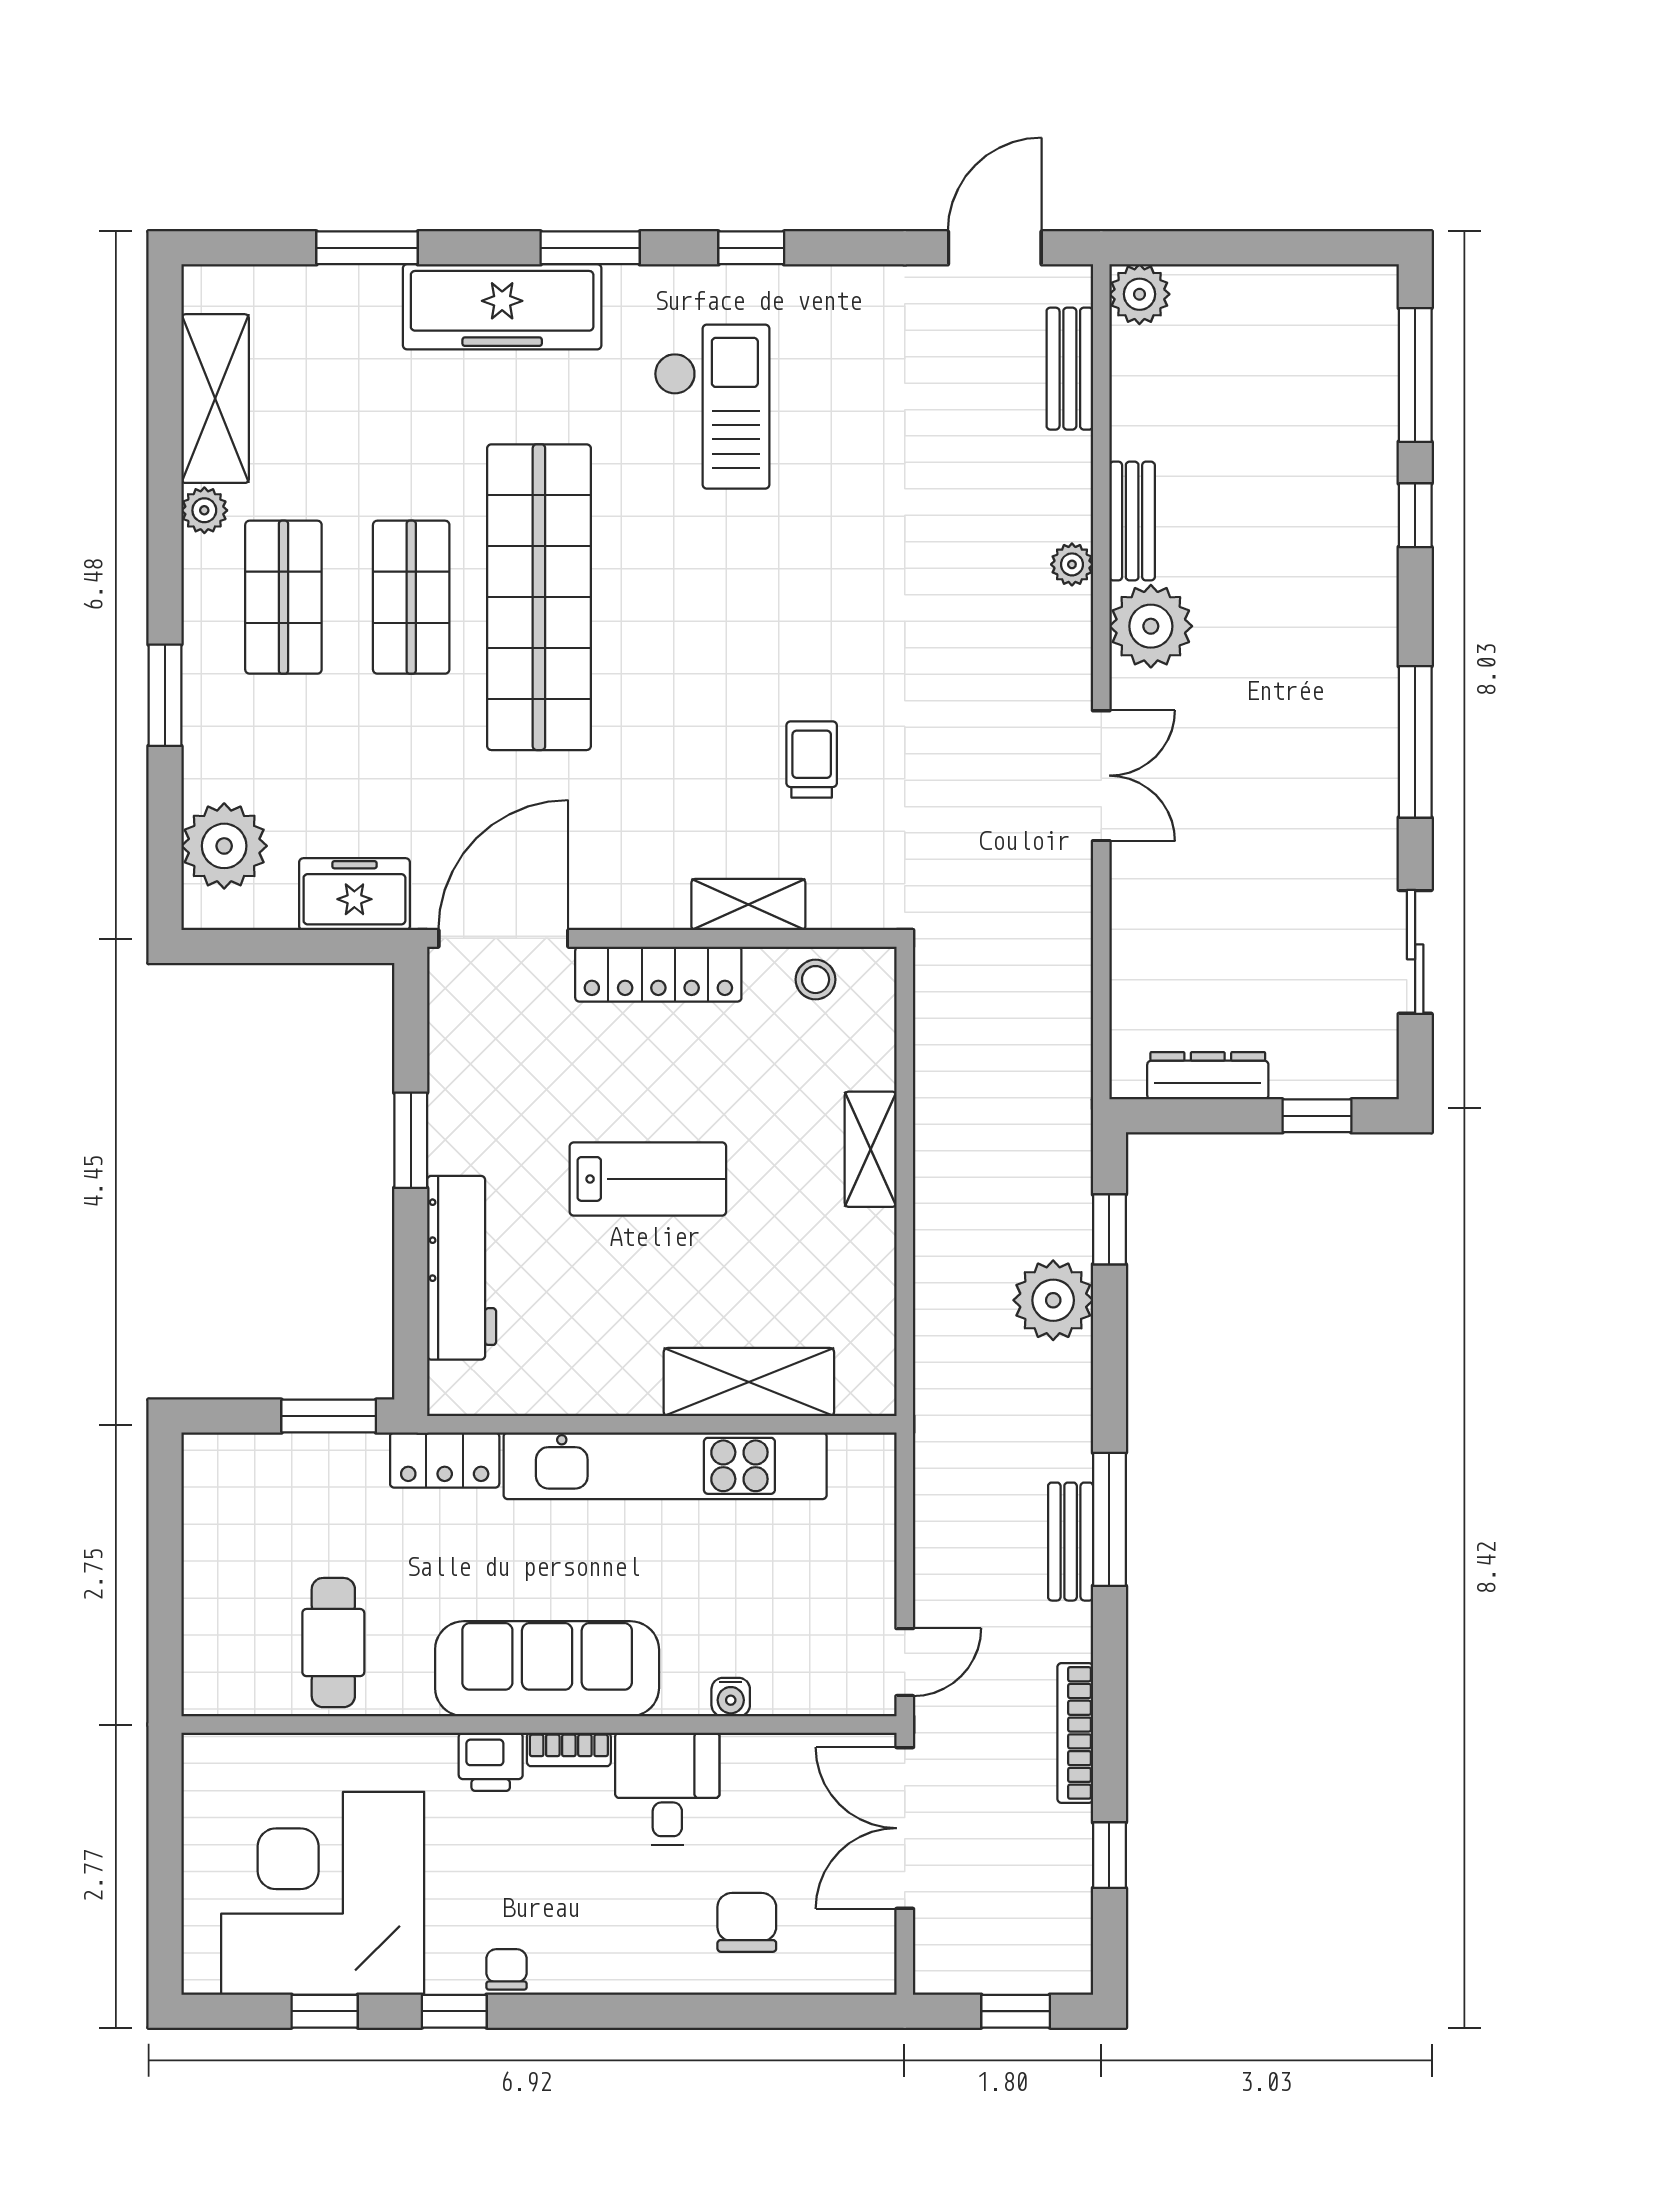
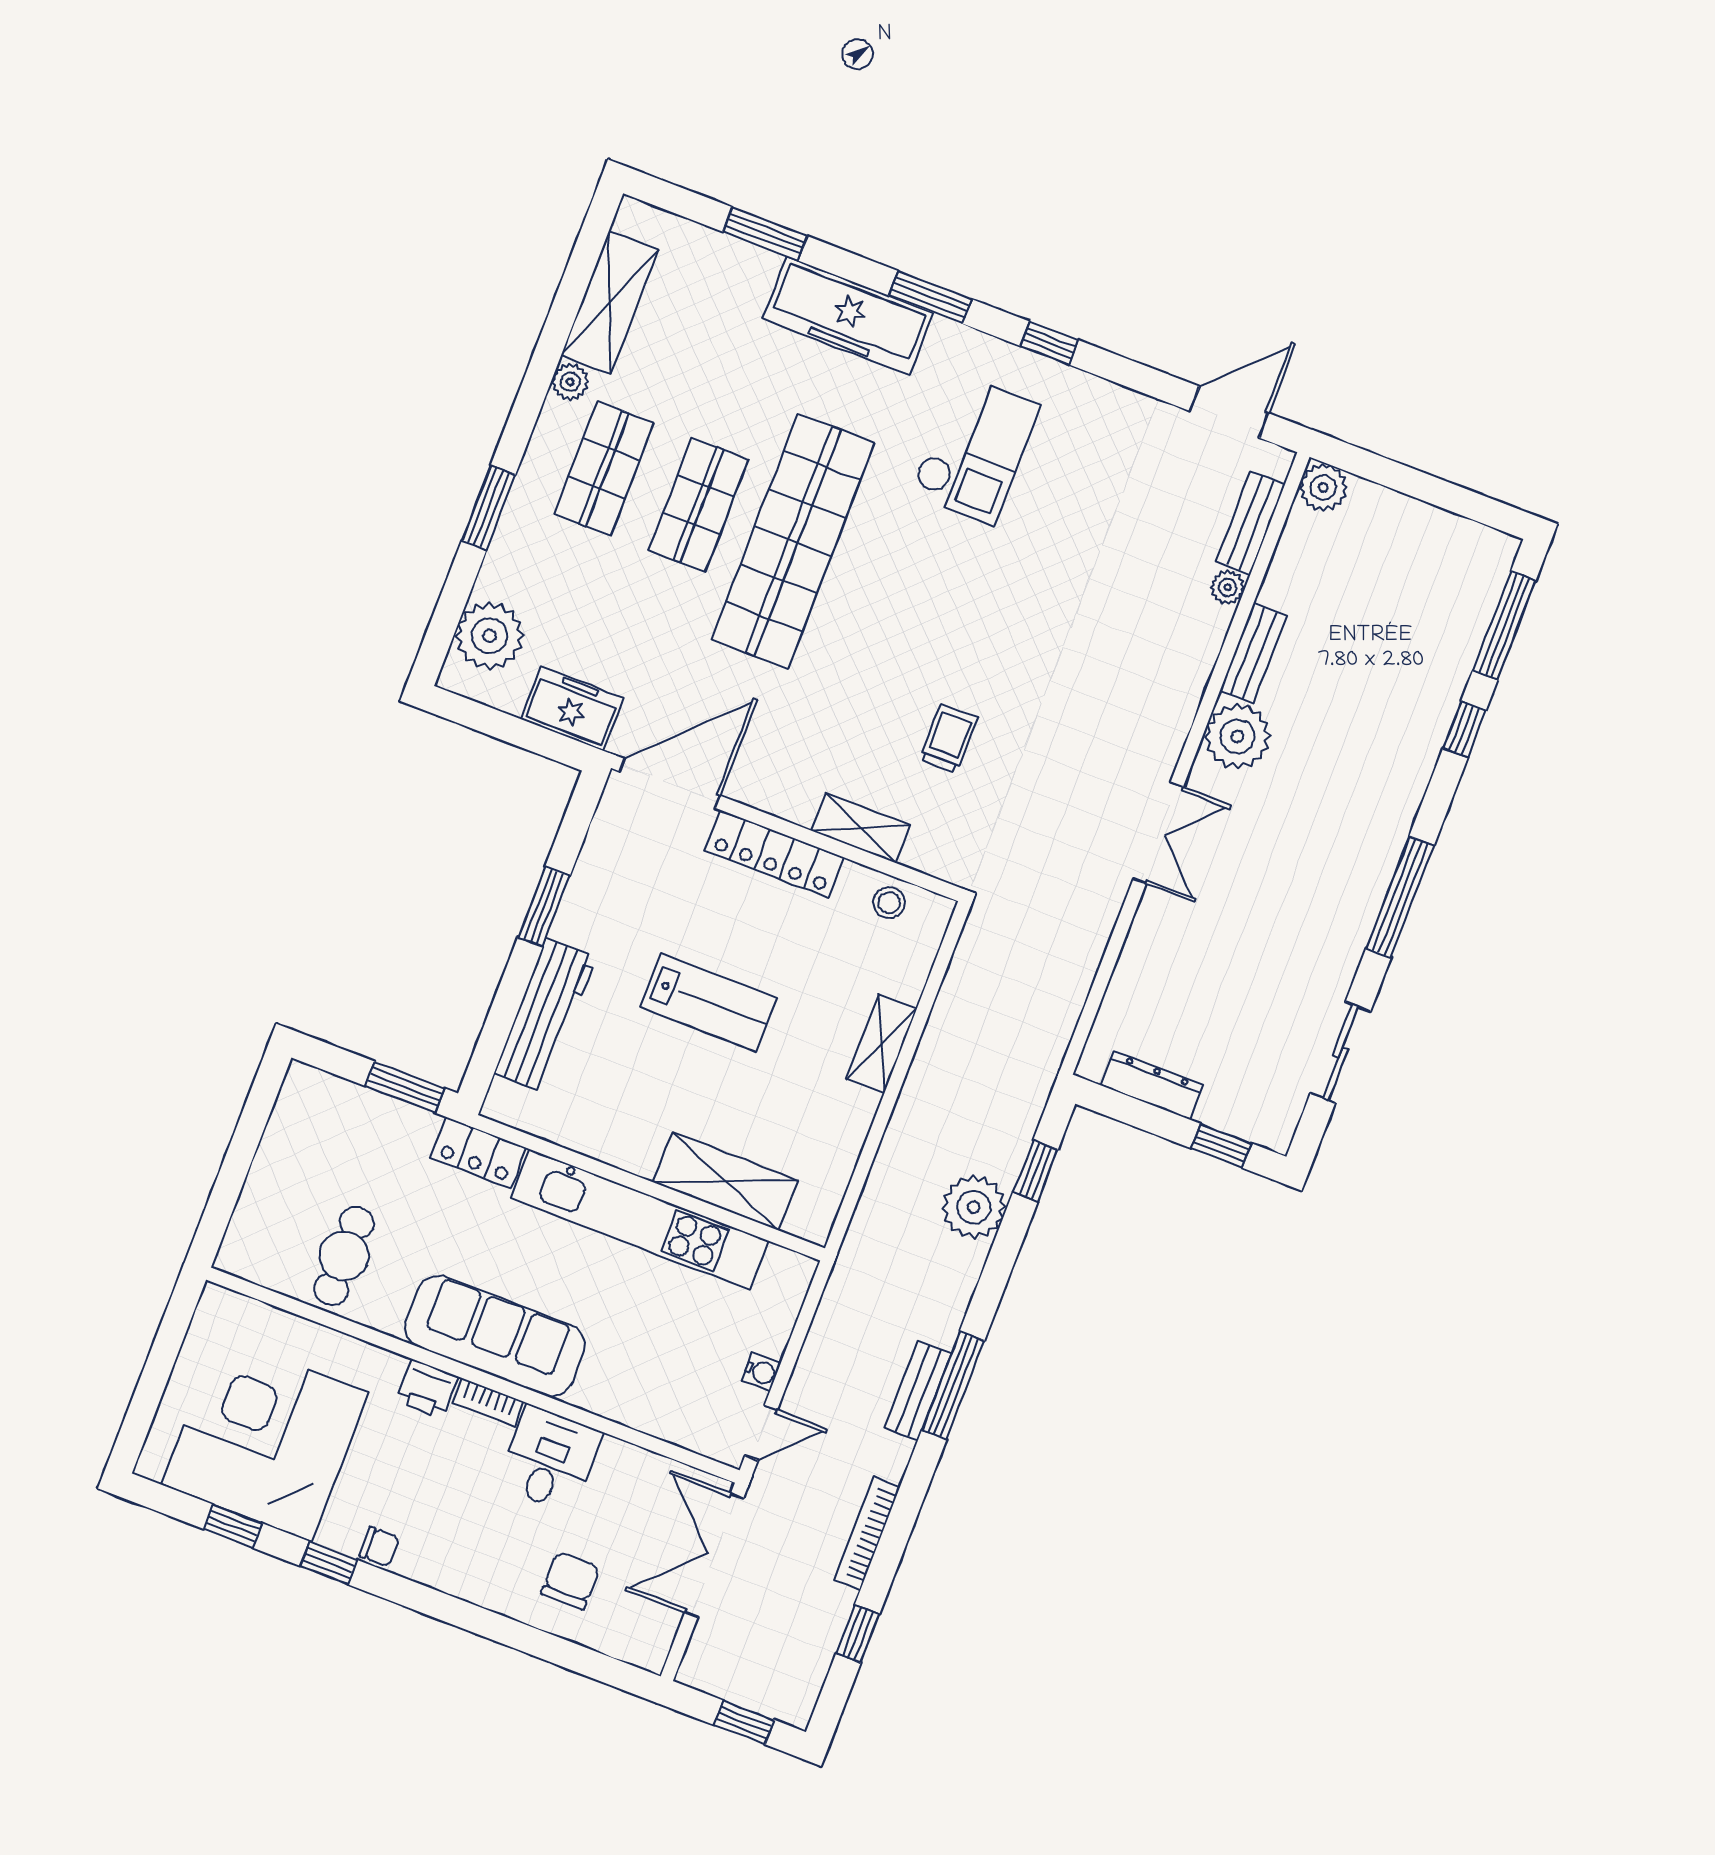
plant: (1072, 564) -> (1228, 587), moved
water cooler: (731, 1697) -> (761, 1372), moved, turned -90
chair: (506, 1969) -> (379, 1547), turned 90

